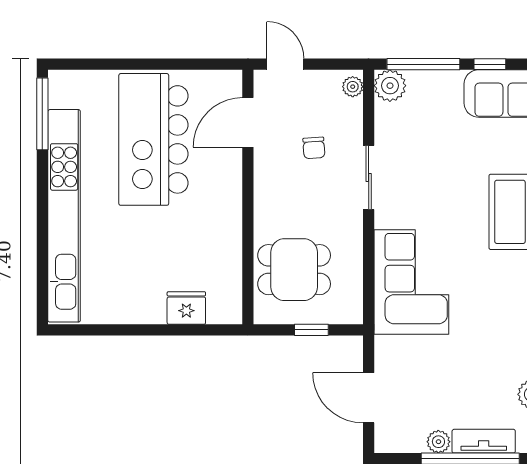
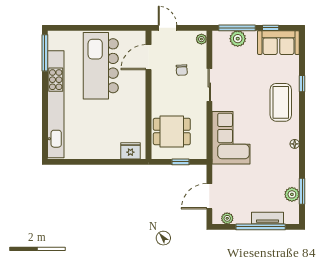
plant: (390, 86) -> (238, 39), moved
fridge: (186, 308) -> (130, 151), moved
door: (369, 398) -> (209, 196), hinge flipped
plant: (438, 442) -> (227, 218), moved

